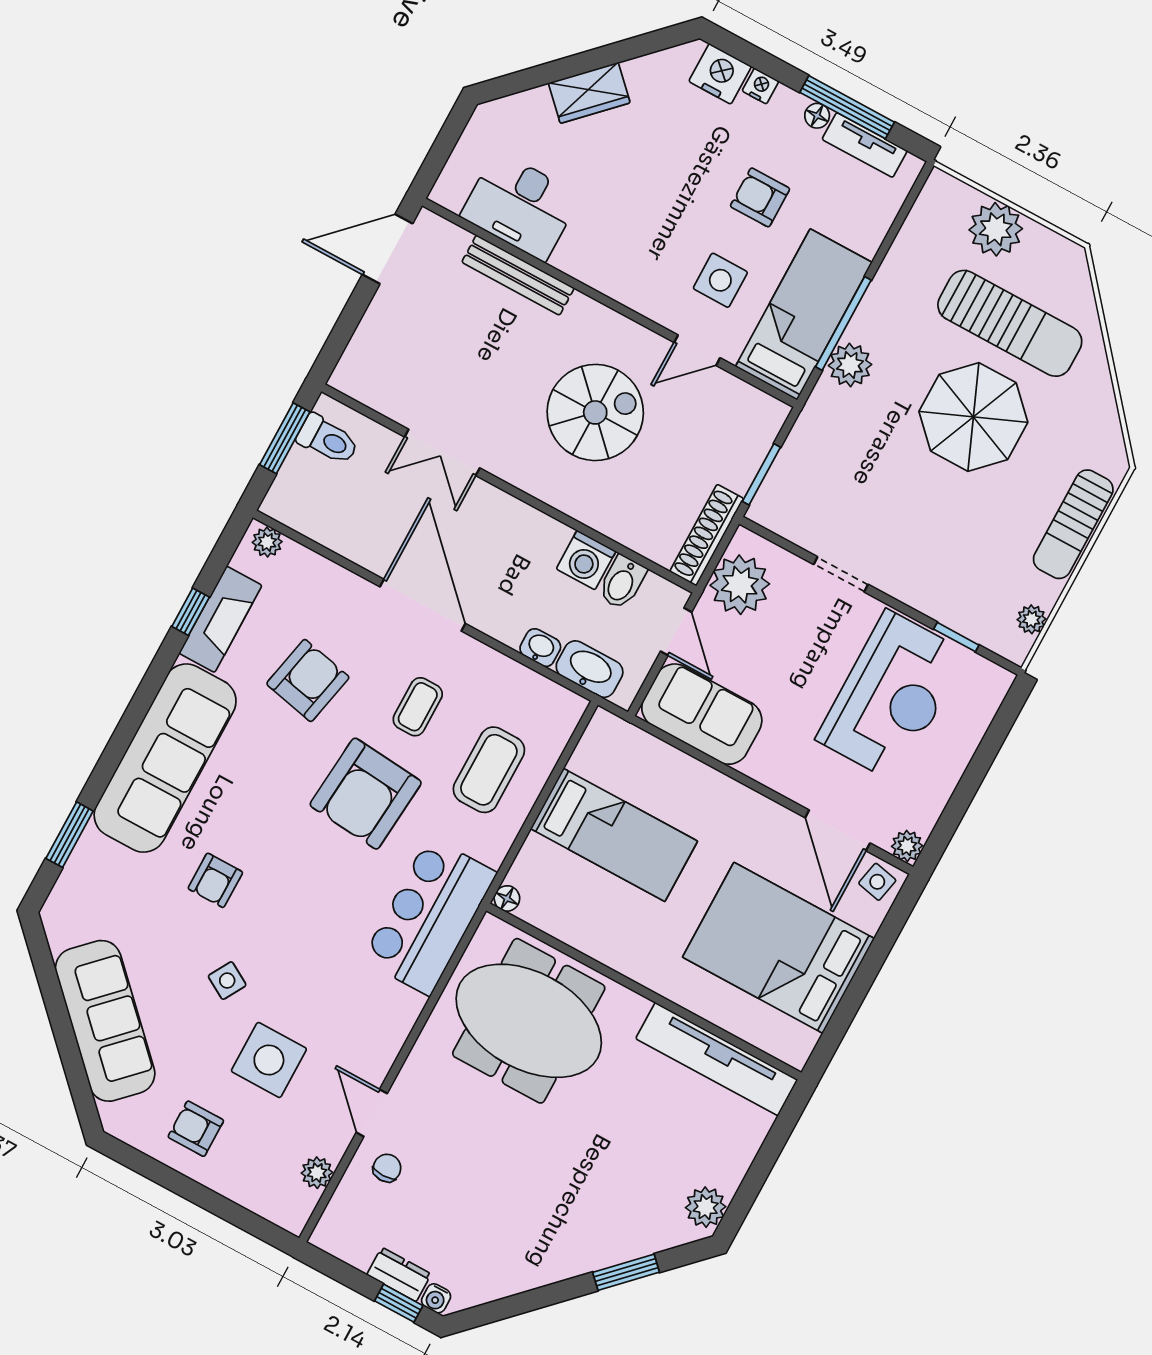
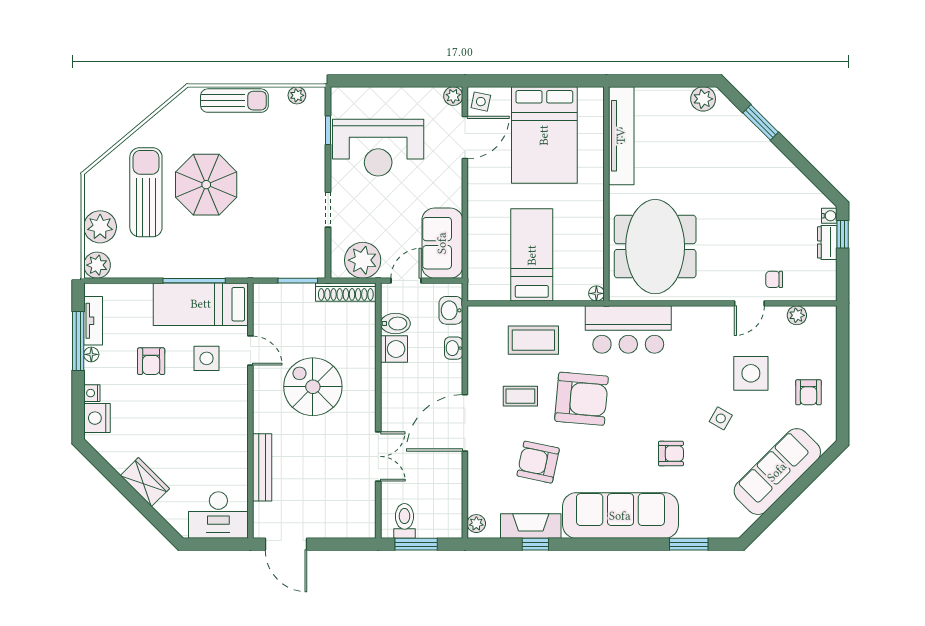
desk: (520, 206) -> (218, 515), moved, turned 90
plant: (850, 365) -> (97, 265), moved
washbasin: (590, 669) -> (451, 310), width x0.72
reception desk: (891, 696) -> (378, 148), turned 180

